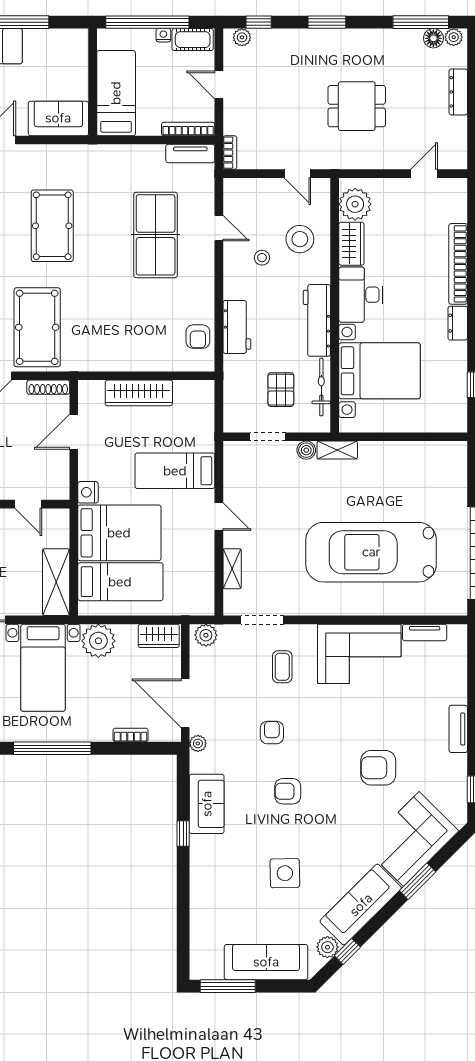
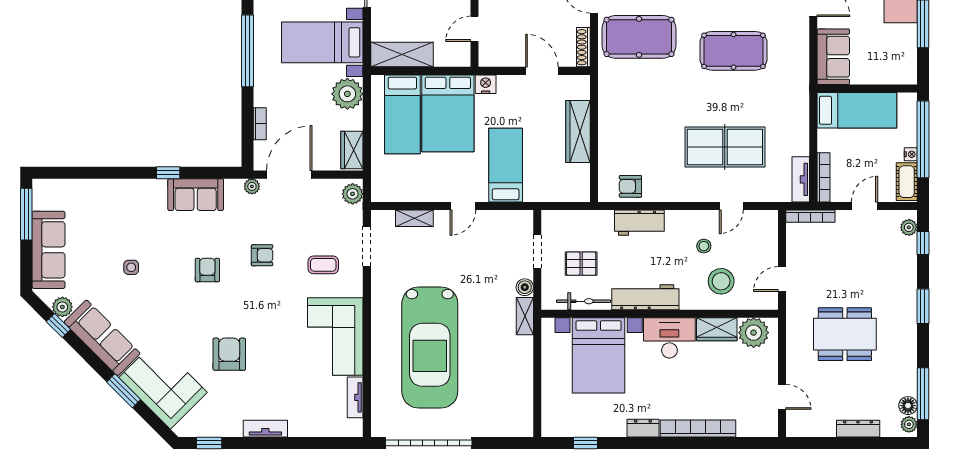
dining table: (357, 106) -> (845, 334), width x1.38
bookcase: (230, 153) -> (810, 216), width x1.56
car: (371, 552) -> (430, 347), turned 180
side table: (285, 873) -> (131, 267), width x0.54, depth x0.54

